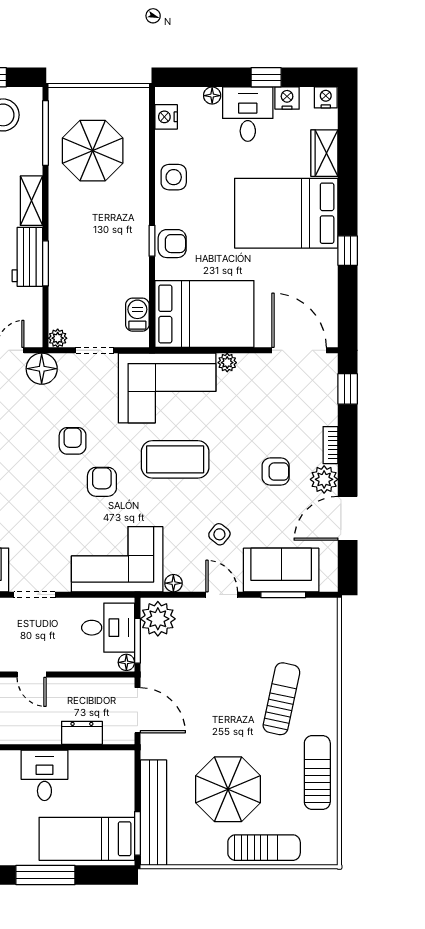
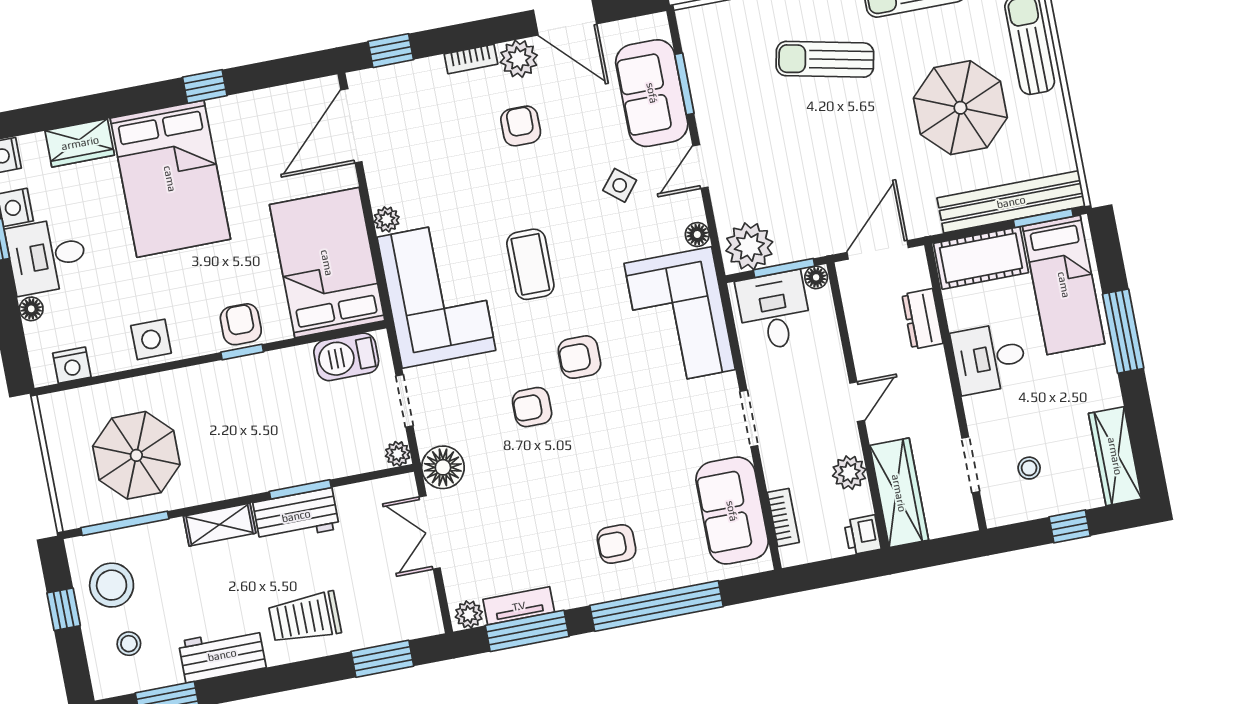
barbecue: (137, 315) -> (346, 357), width x1.38, depth x1.27
coffee table: (175, 459) -> (530, 264), width x0.73, depth x0.76
cot: (118, 783) -> (981, 258), added

